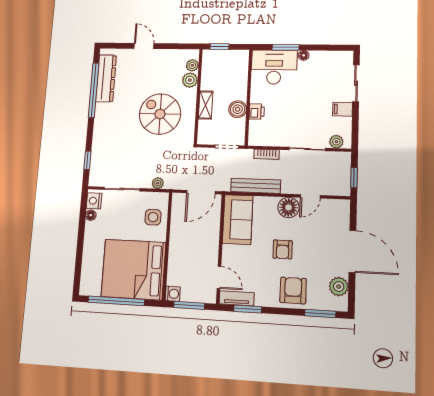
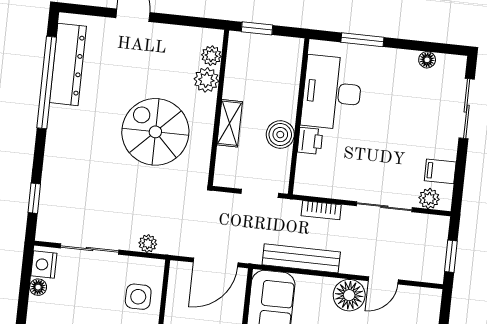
floor lamp: (304, 55) -> (427, 60), moved
desk: (274, 67) -> (332, 93), moved, turned -90
filing cabinet: (343, 109) -> (440, 171), moved

